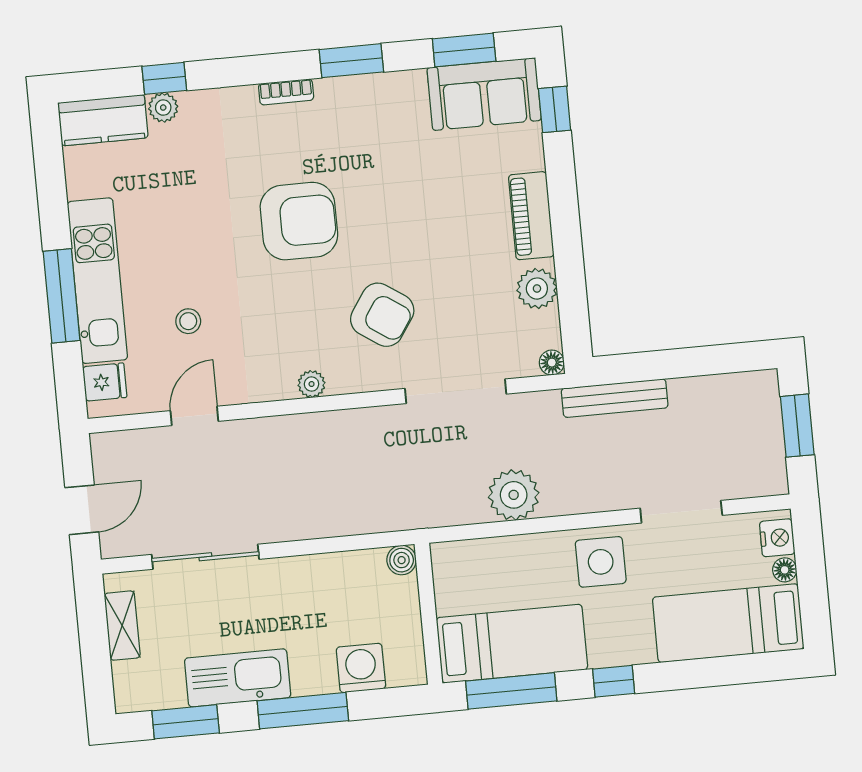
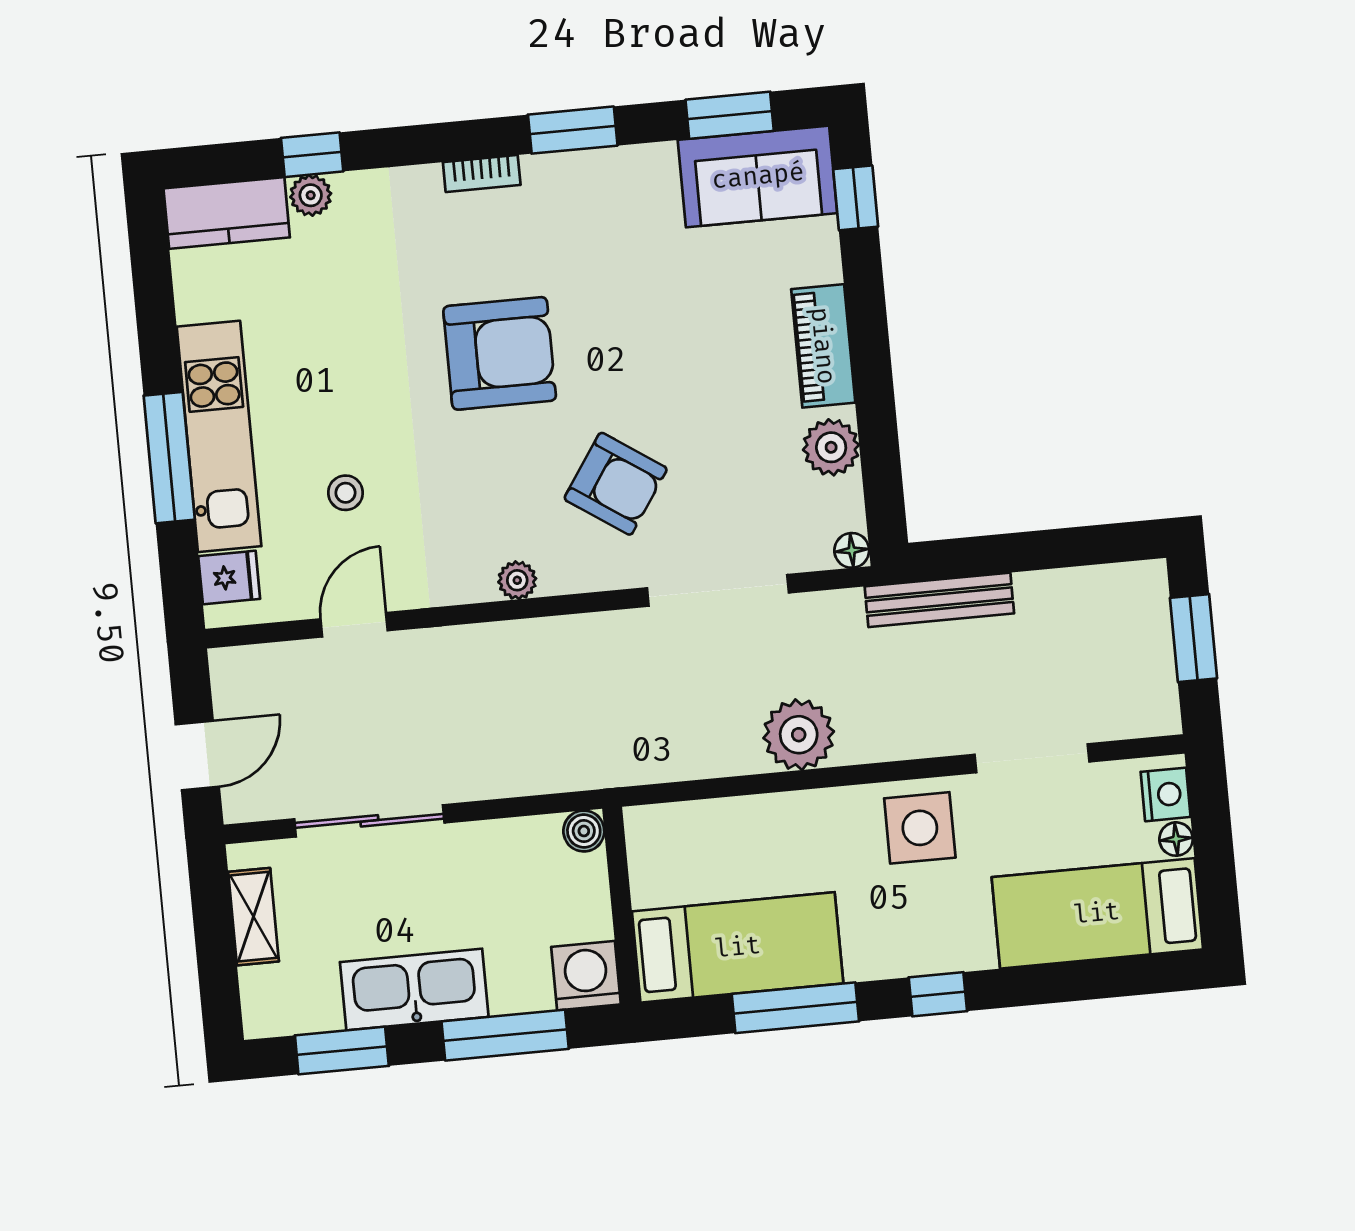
boiler: (402, 560) -> (584, 831), moved
wall: (428, 614) -> (621, 906), moved
bed: (512, 644) -> (738, 947), moved

